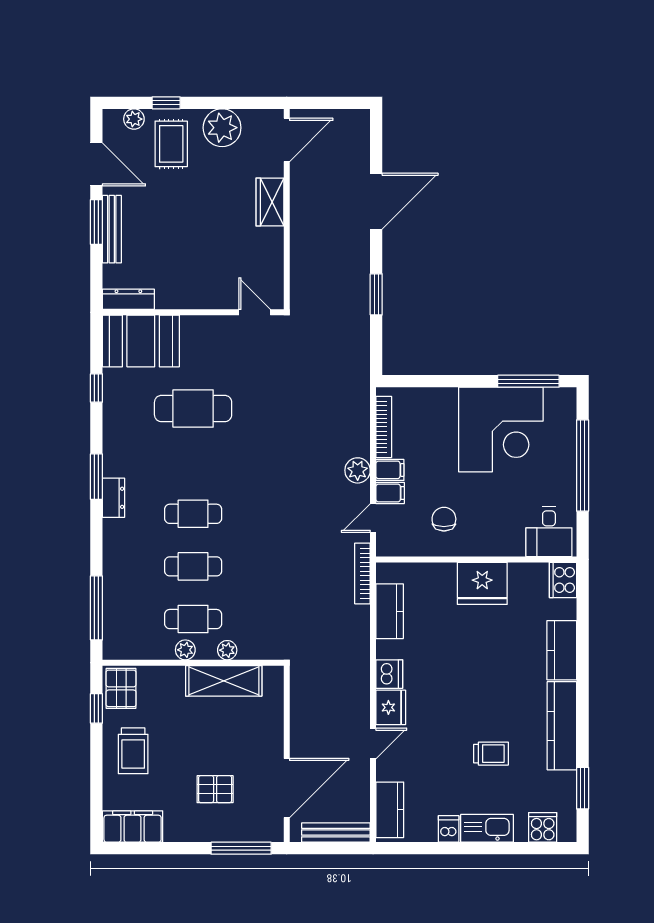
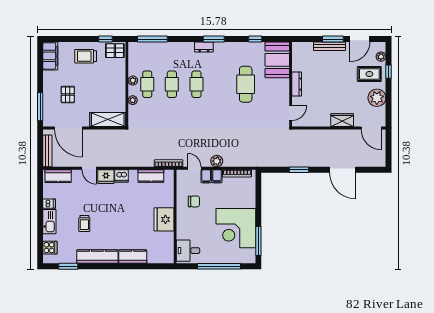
dresser: (128, 299) -> (297, 84), moved
cooker: (563, 580) -> (166, 257), removed
shelving: (224, 681) -> (108, 119), moved, turned 90

